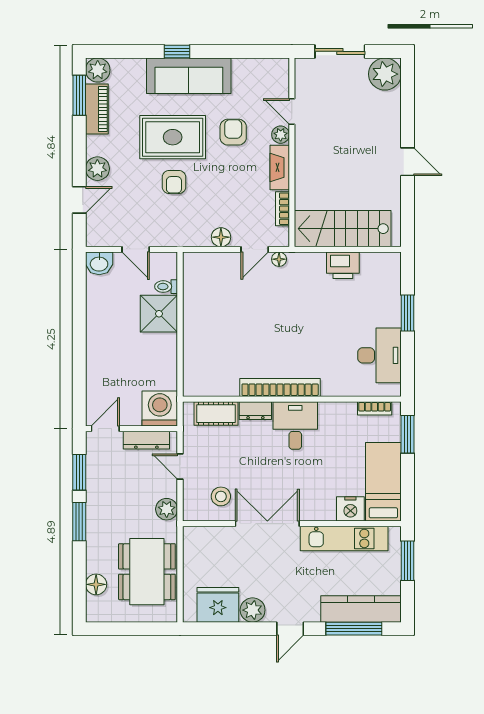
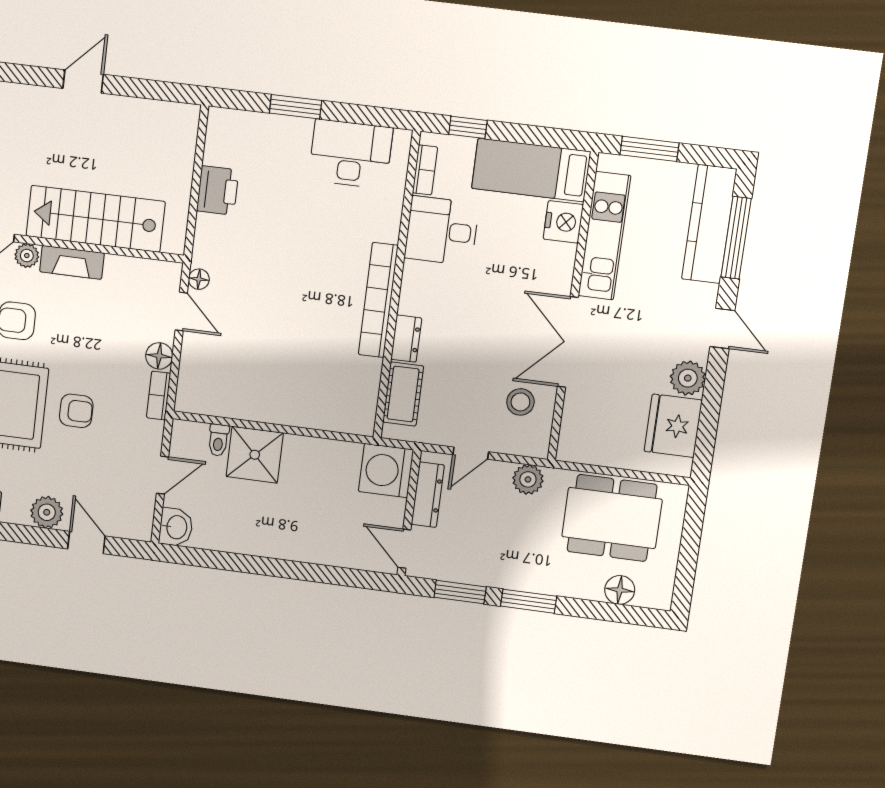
bookcase: (282, 209) -> (159, 396), moved, turned 90
stairs: (343, 229) -> (96, 219), moved, turned 90
desk: (295, 426) -> (442, 231), moved
window: (407, 434) -> (468, 127), width x0.67

